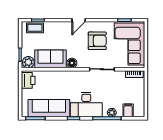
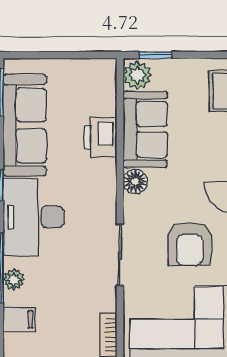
printer: (28, 80) -> (101, 137), moved, turned 90

